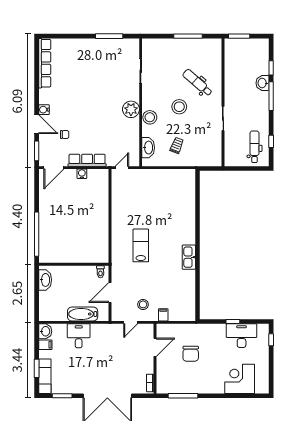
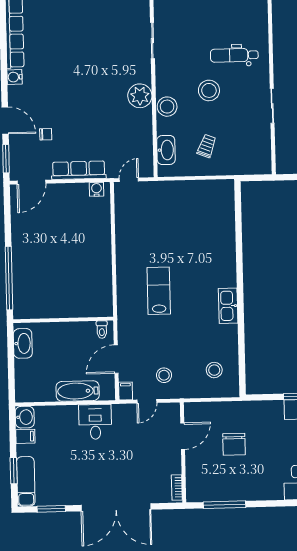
dental chair: (197, 83) -> (234, 55), turned -41
water cooler: (44, 110) -> (15, 77), moved
water cooler: (82, 174) -> (97, 189), moved
stool: (178, 302) -> (214, 370), added
filing cabinet: (163, 315) -> (126, 391), moved
desk: (79, 336) -> (95, 422), moved

